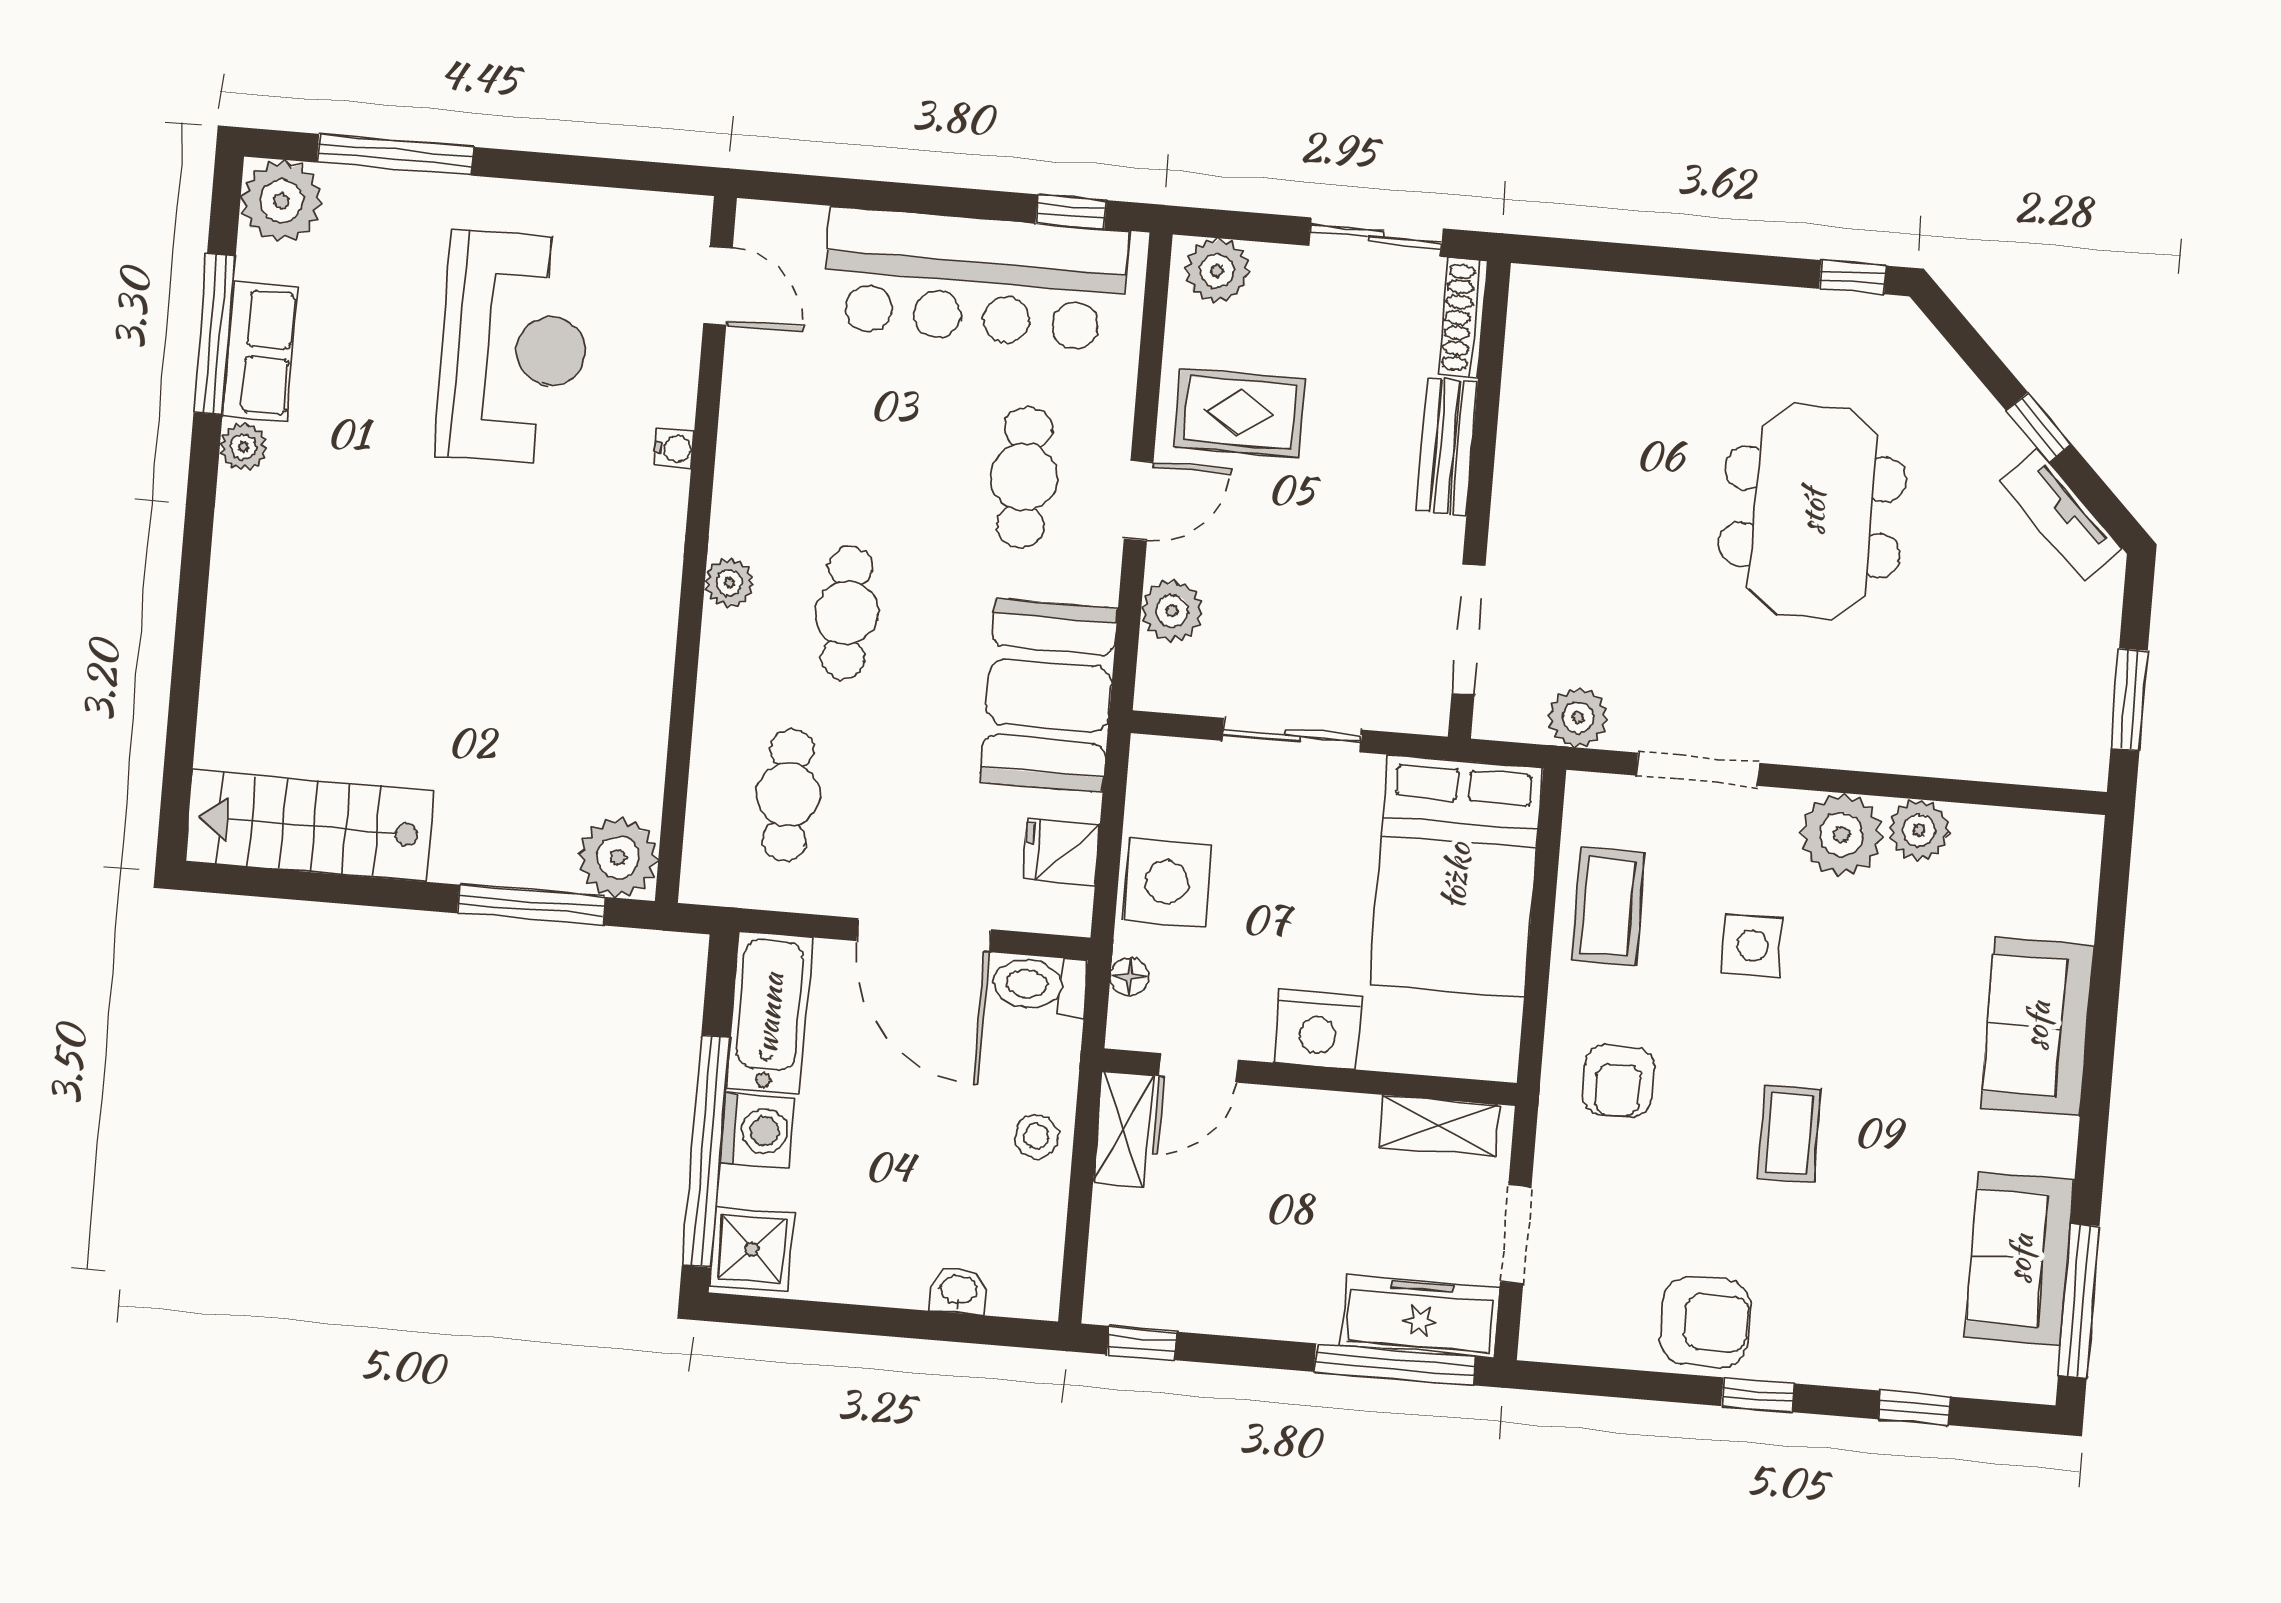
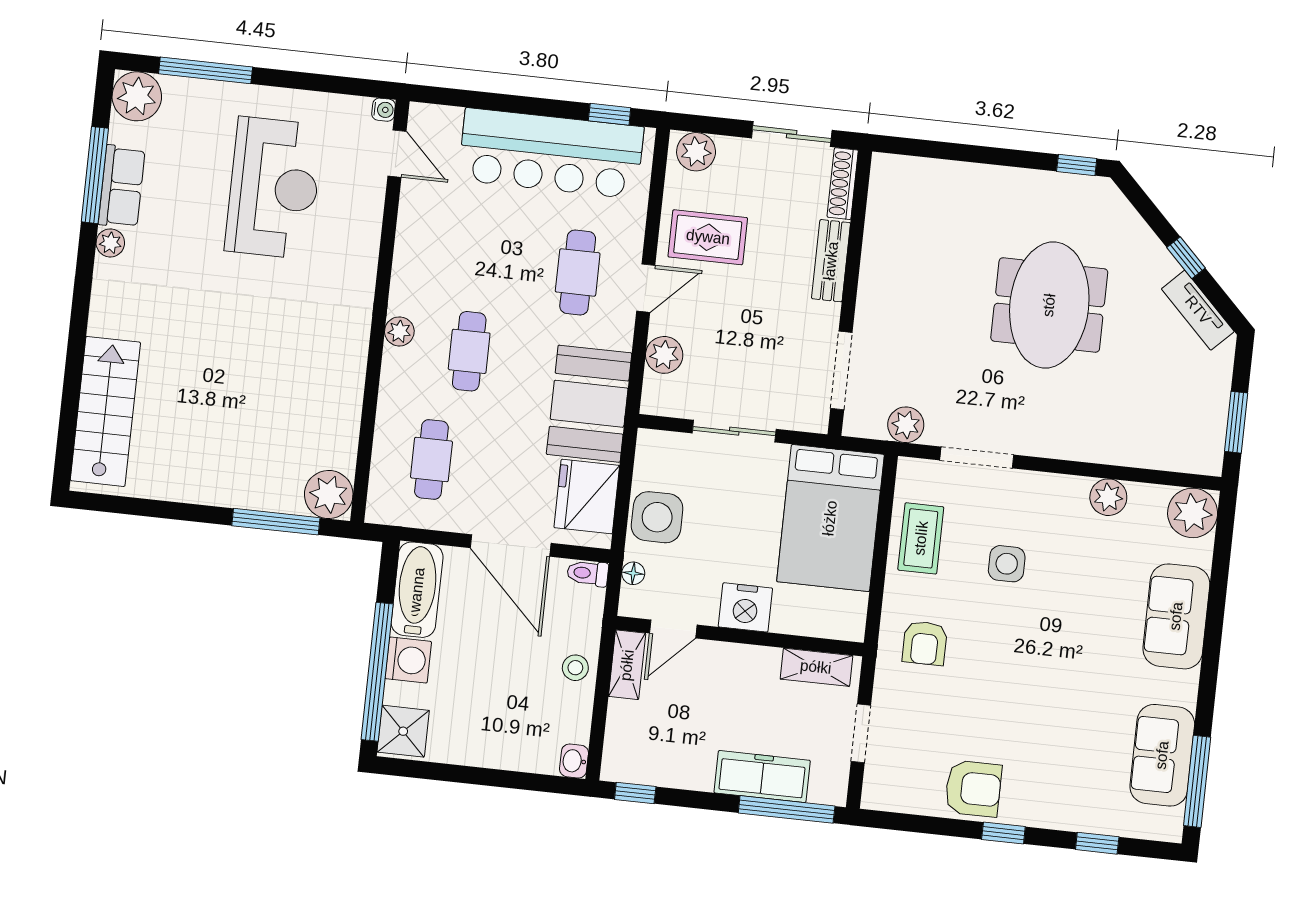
water cooler: (674, 449) -> (384, 110), moved
stairs: (310, 826) -> (105, 411), moved, turned 90
plant: (1841, 835) -> (1193, 513), moved
fridge: (1061, 851) -> (587, 497), width x1.88, depth x1.34
toilet: (1040, 985) -> (588, 573), width x0.73, depth x0.72
coffee table: (1789, 1133) -> (1026, 677), removed
washbasin: (958, 1291) -> (574, 761), moved, turned -90
freezer: (1420, 1316) -> (762, 777), moved

